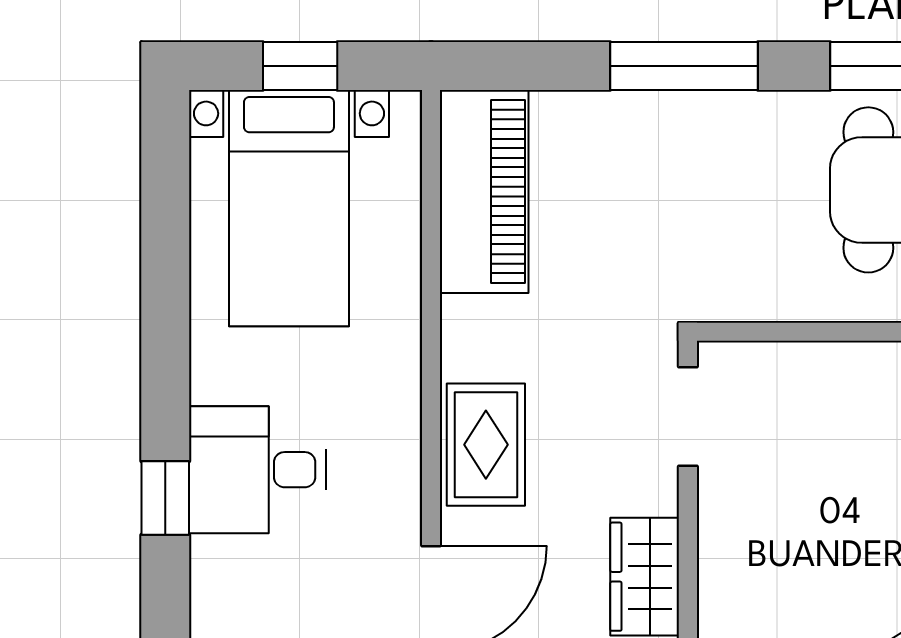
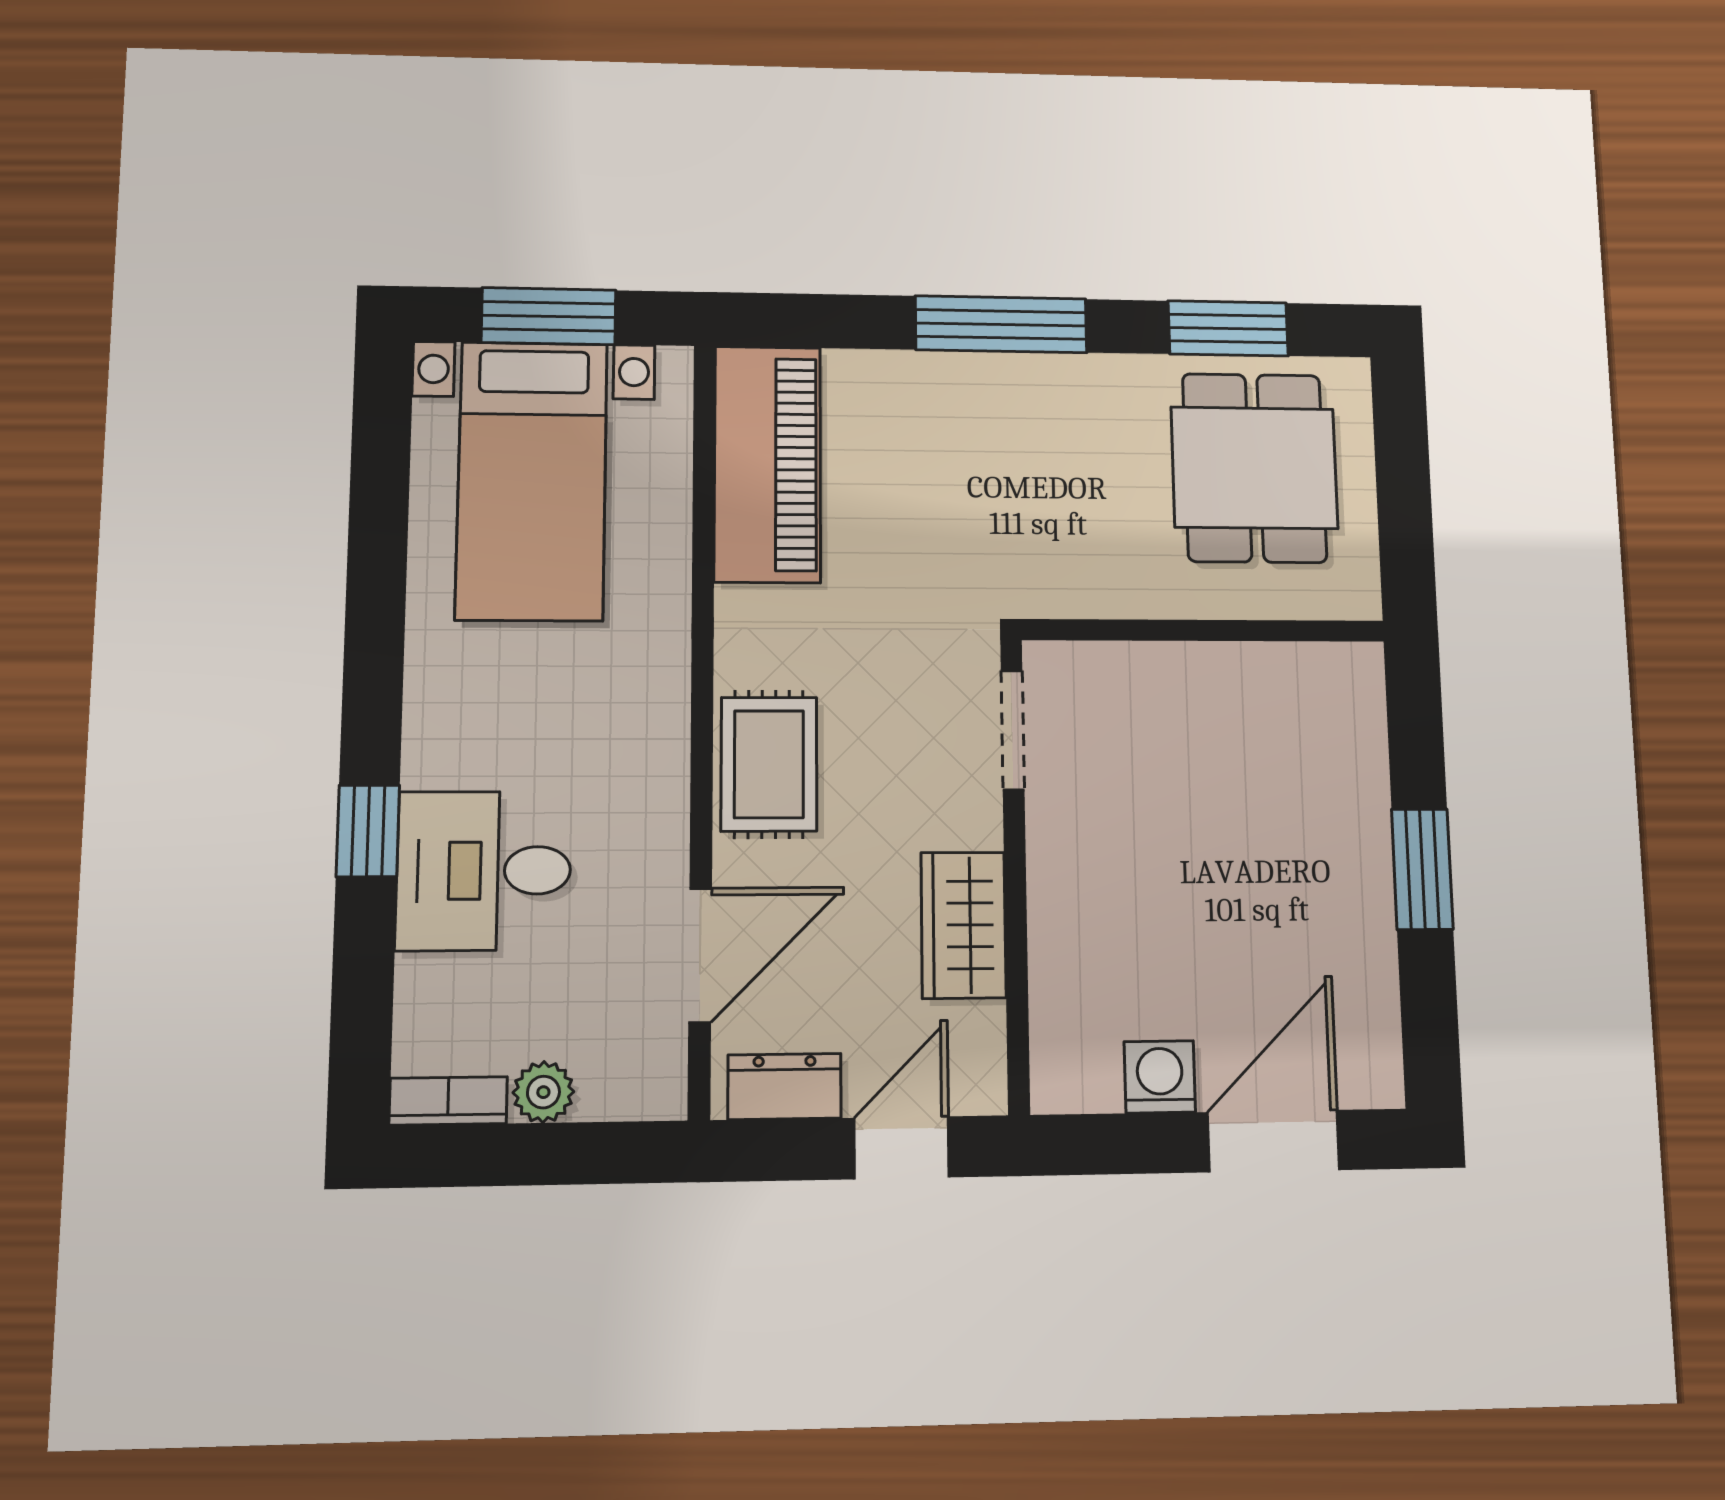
window: (300, 66) -> (549, 316), width x1.50
desk: (258, 470) -> (484, 871), moved

